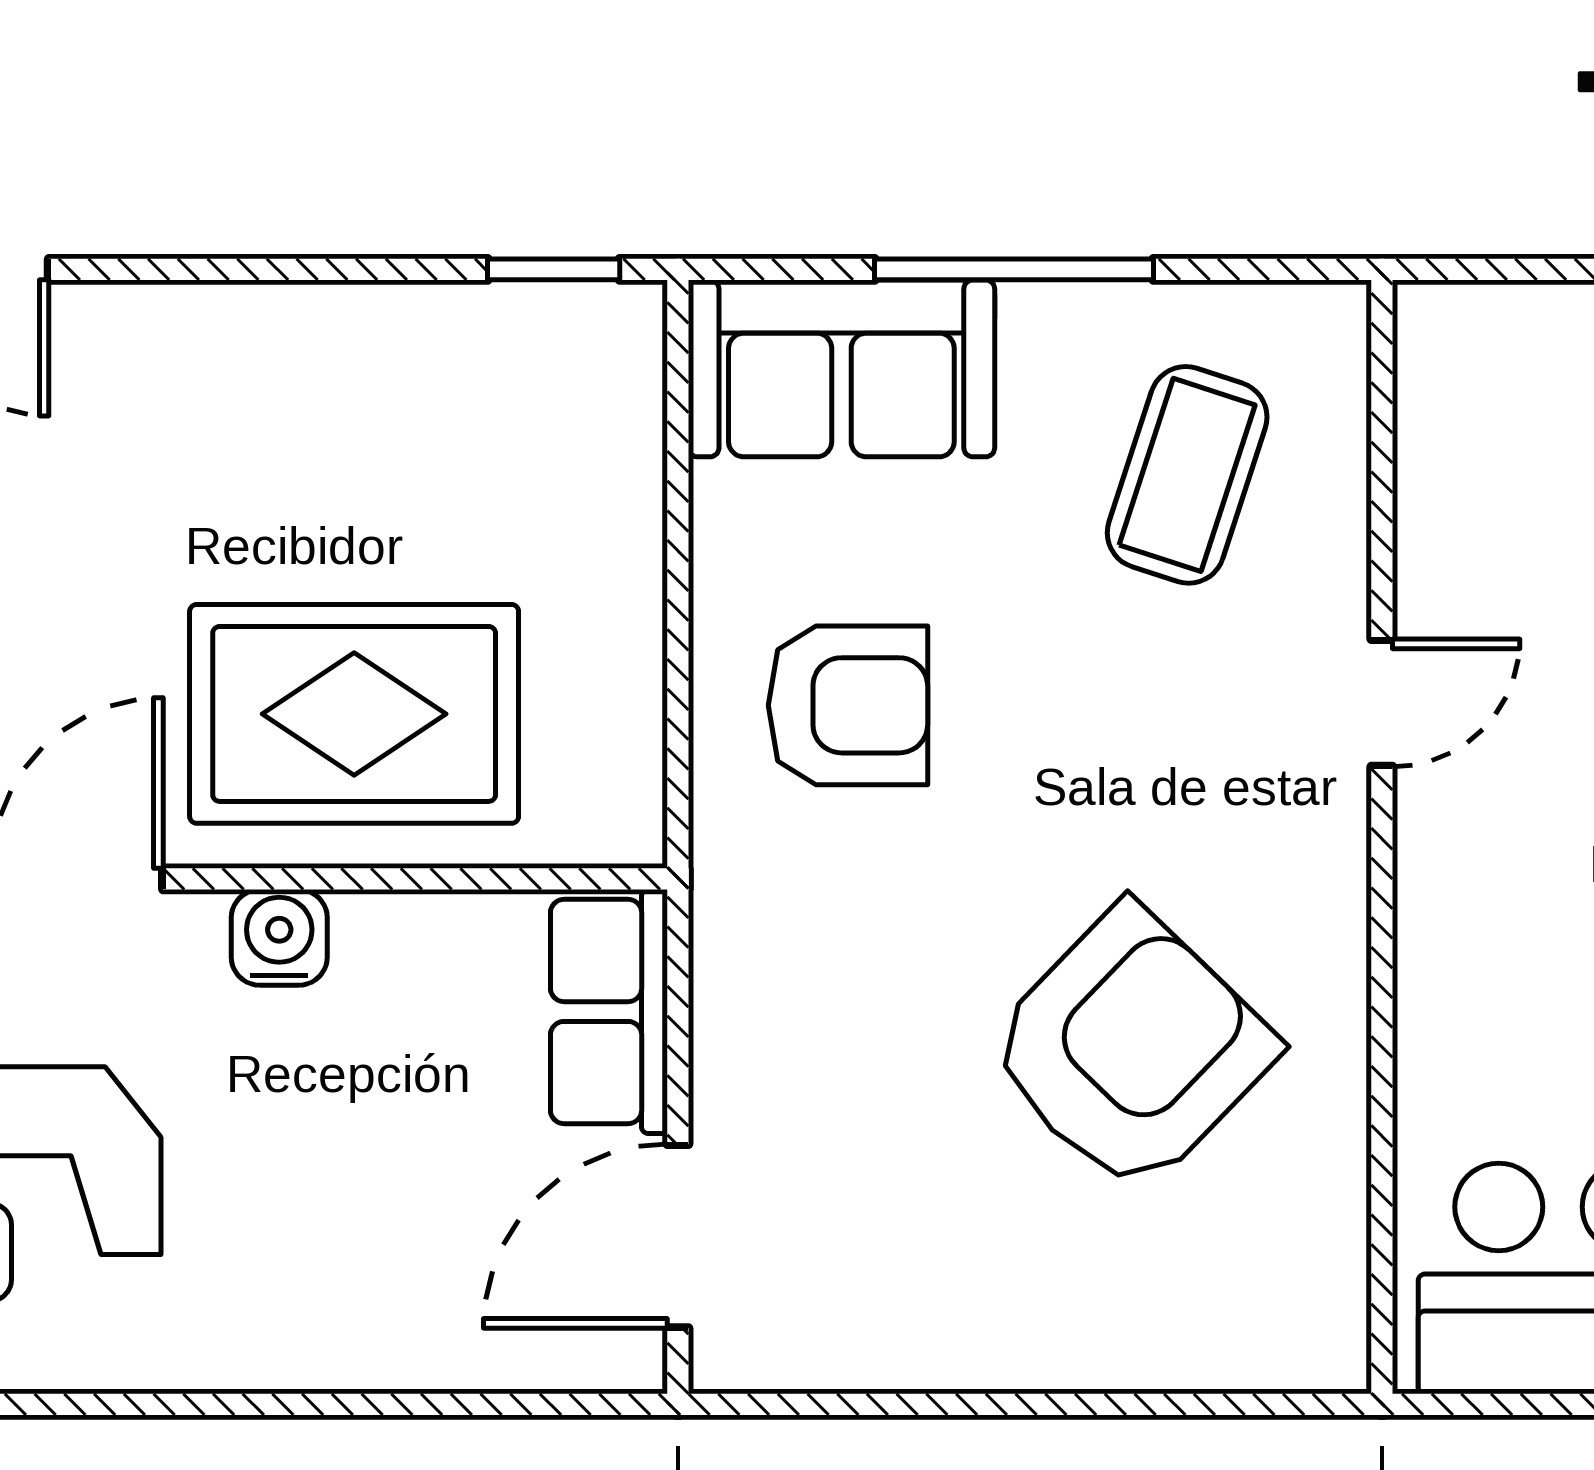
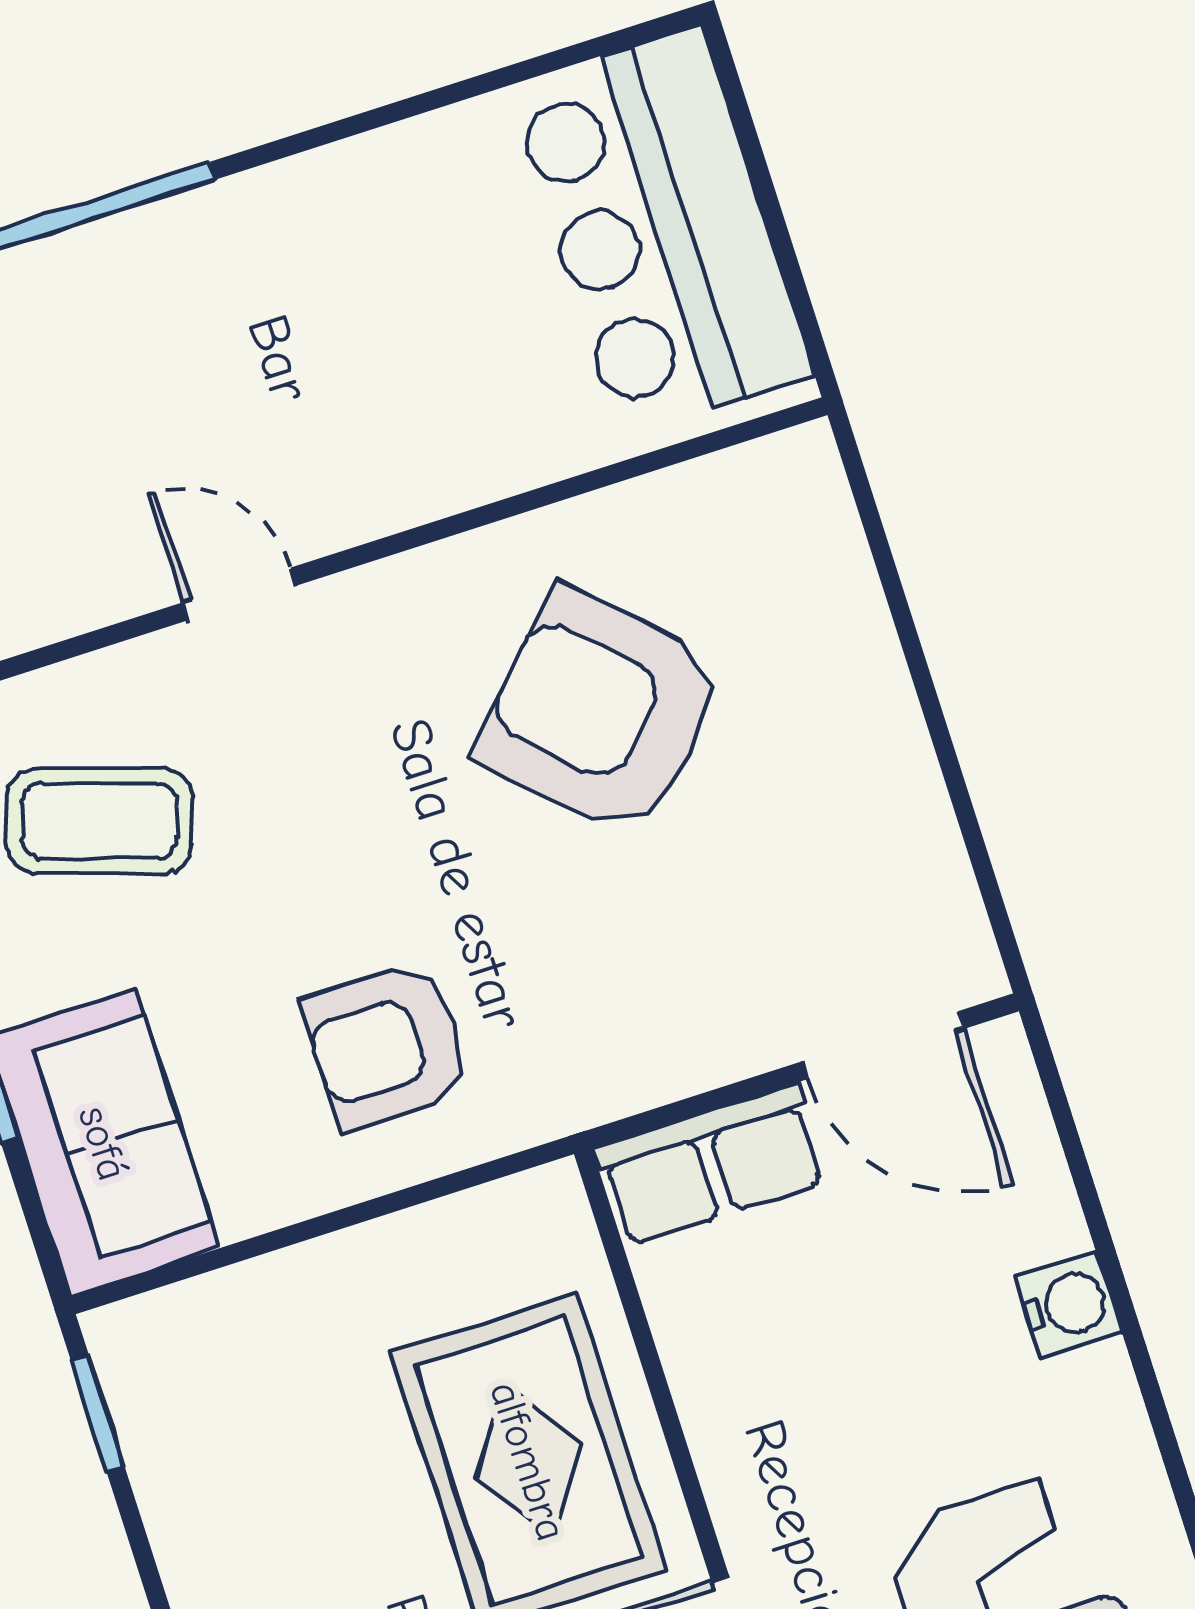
armchair: (848, 705) -> (387, 1045), turned -90
water cooler: (279, 937) -> (1068, 1305), moved, turned 180

